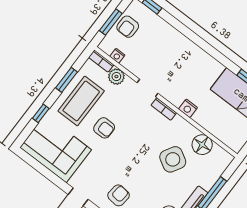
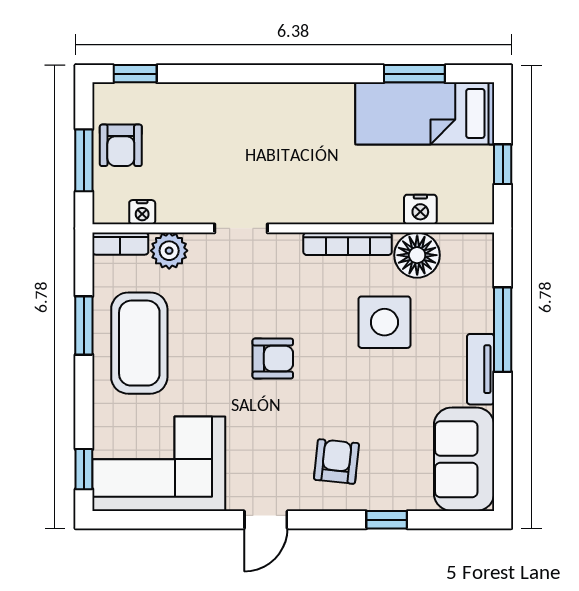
nightstand: (188, 108) -> (420, 209), moved
bookcase: (164, 109) -> (348, 244), moved, width x1.56
window: (41, 113) -> (84, 469), moved
armchair: (104, 128) -> (273, 359), moved
side table: (173, 159) -> (384, 322), turned -30

